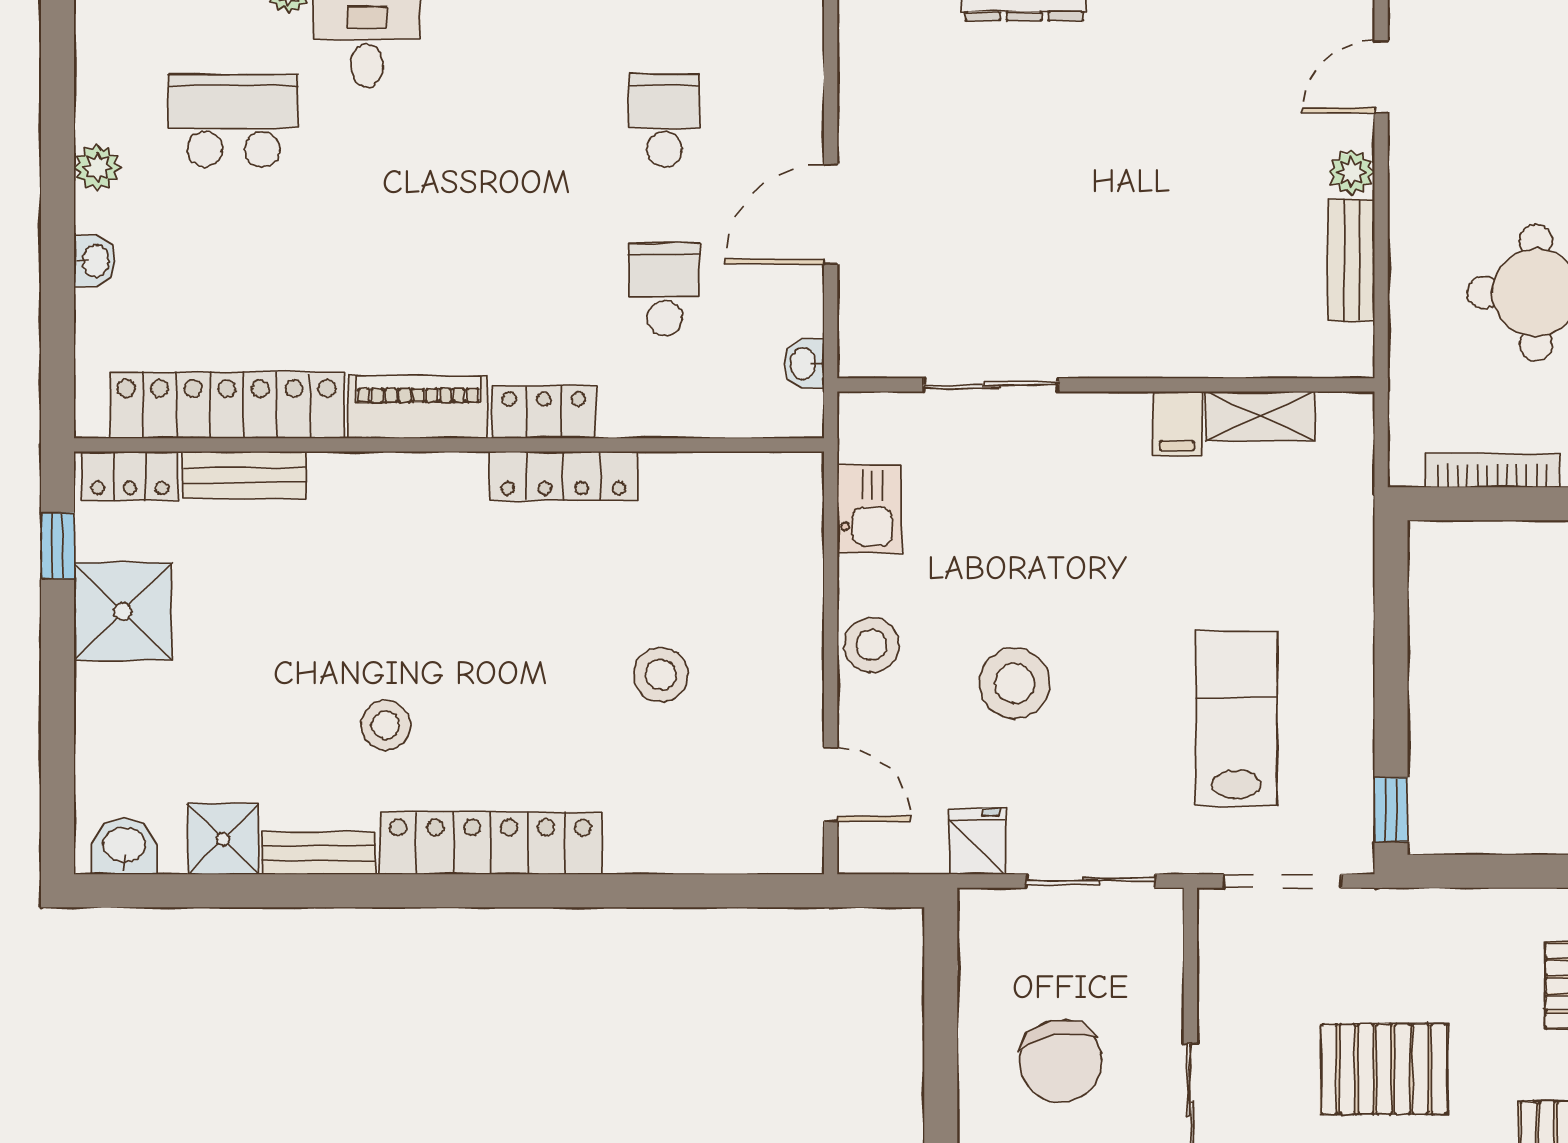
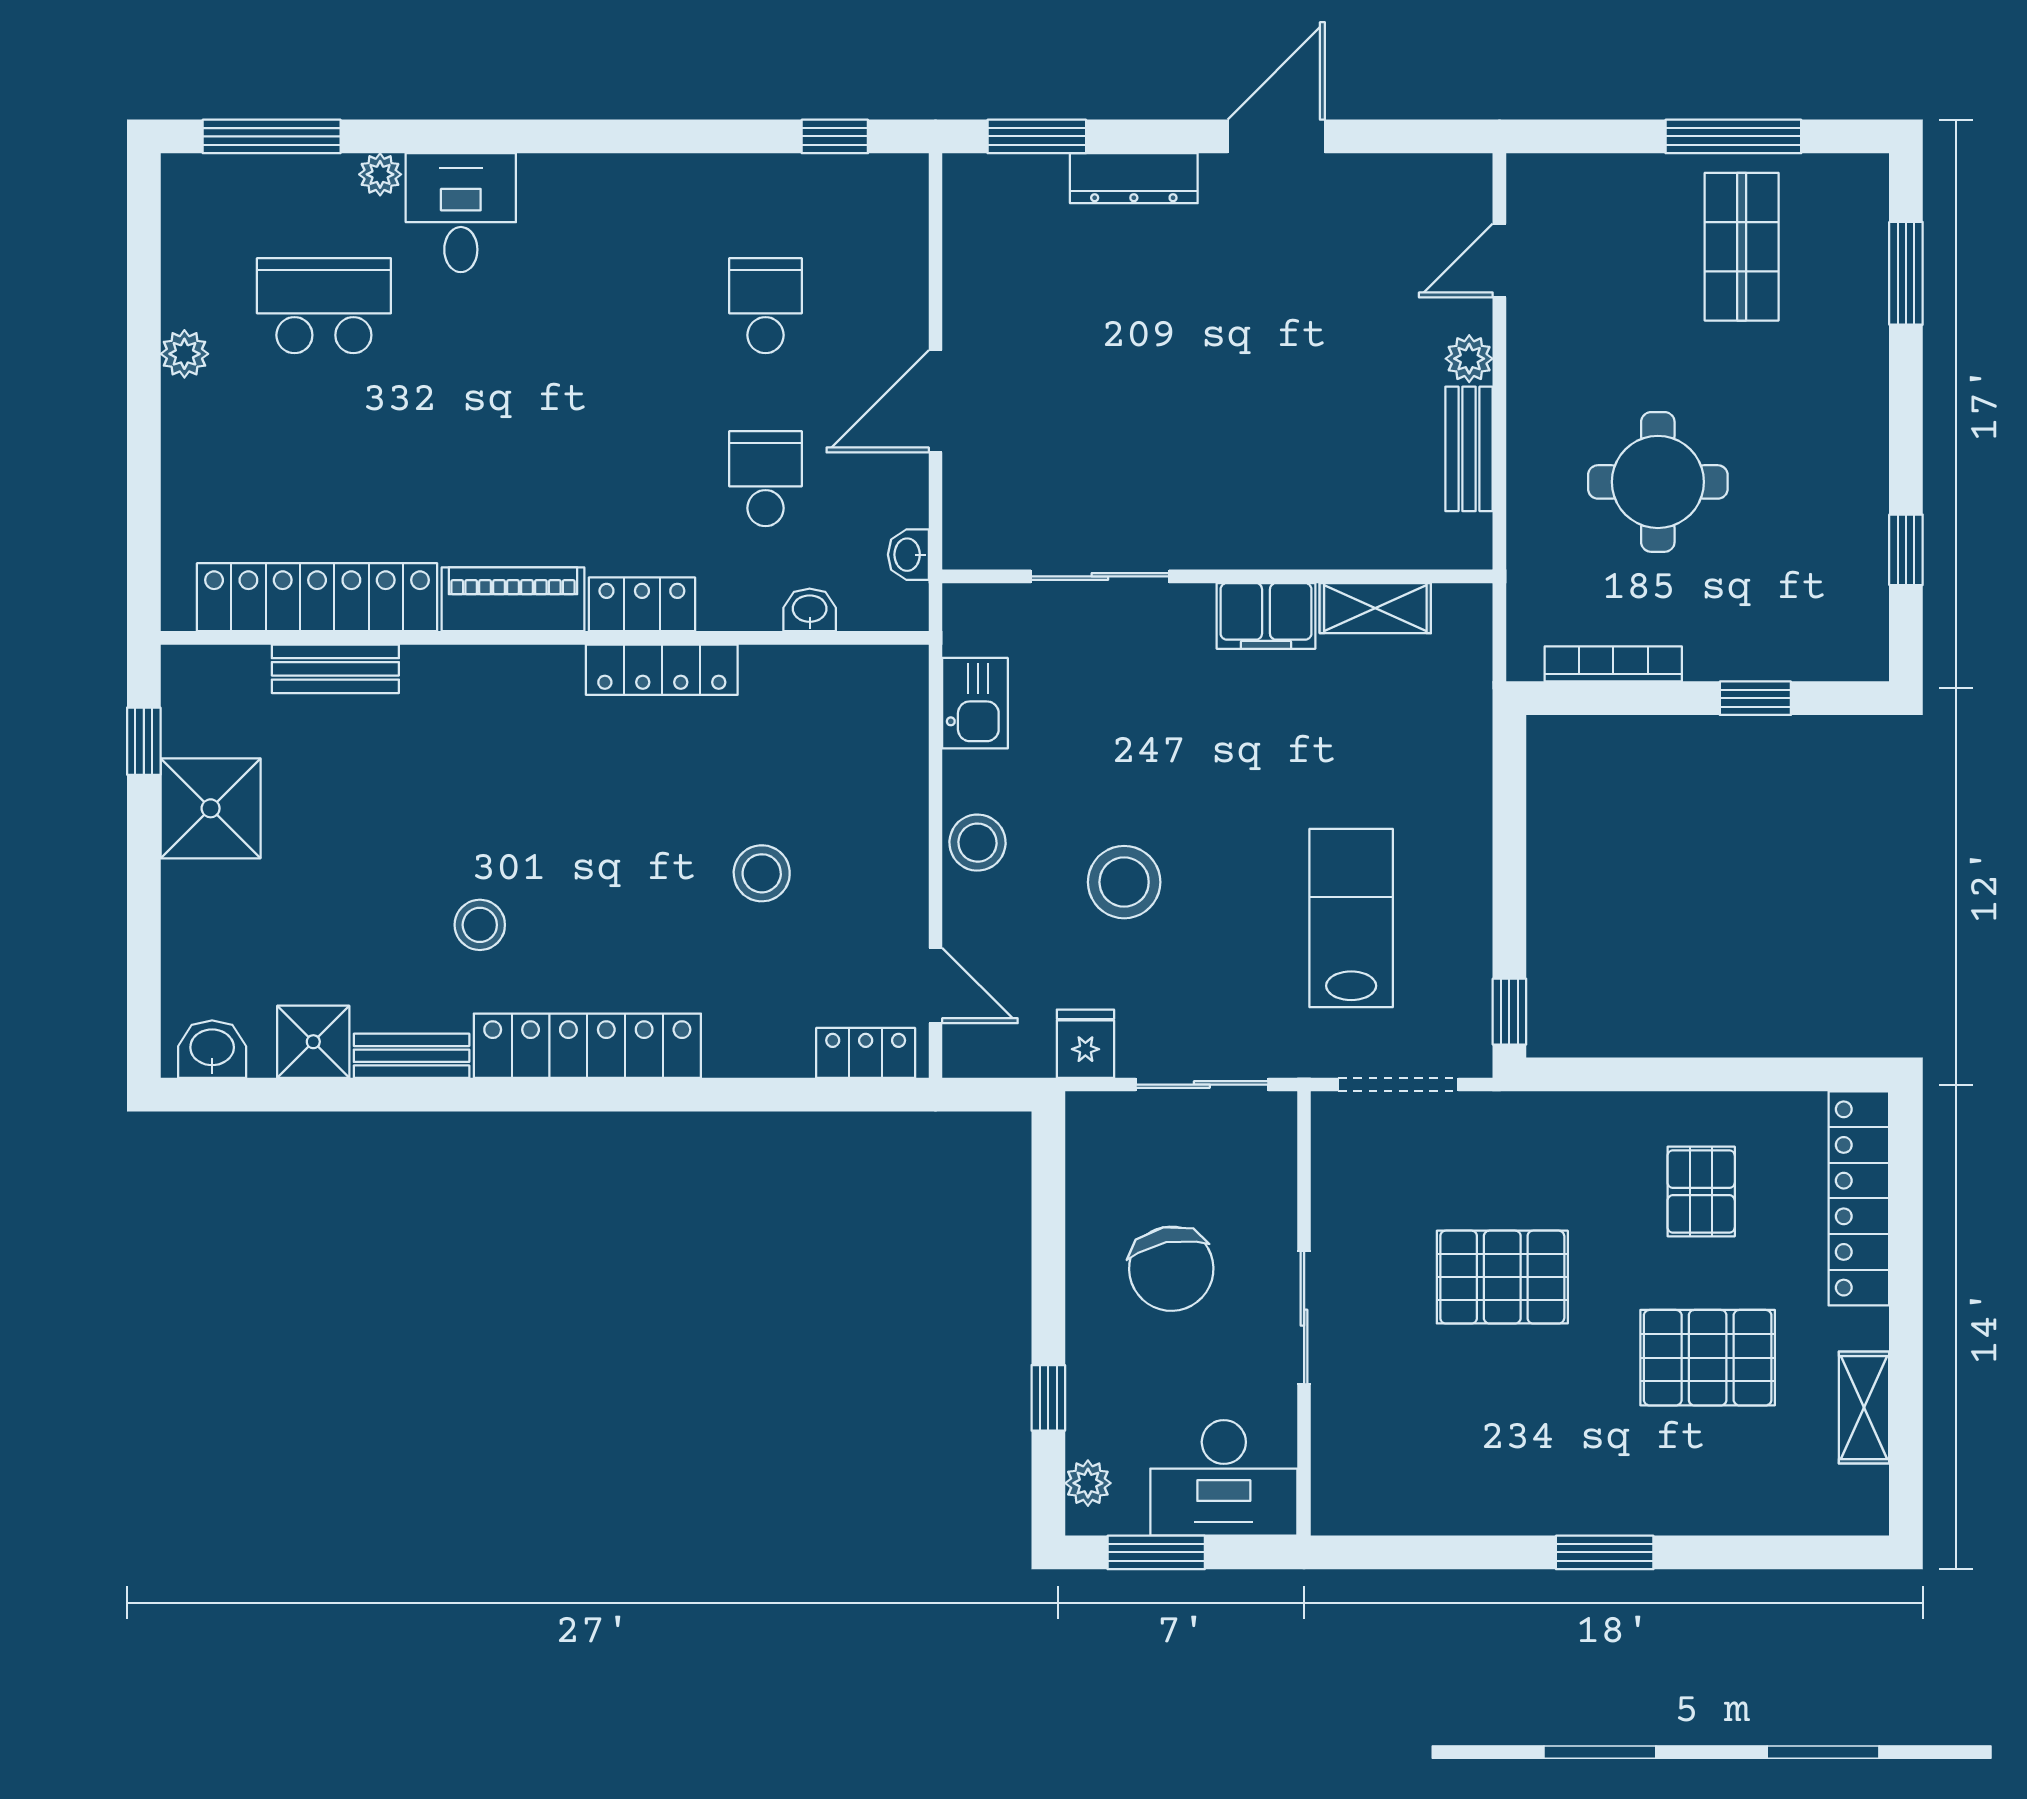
washbasin: (95, 261) -> (810, 610), moved, turned -90
filing cabinet: (1177, 424) -> (1266, 616), width x2.00
locker: (130, 476) -> (866, 1053), moved, turned 180

